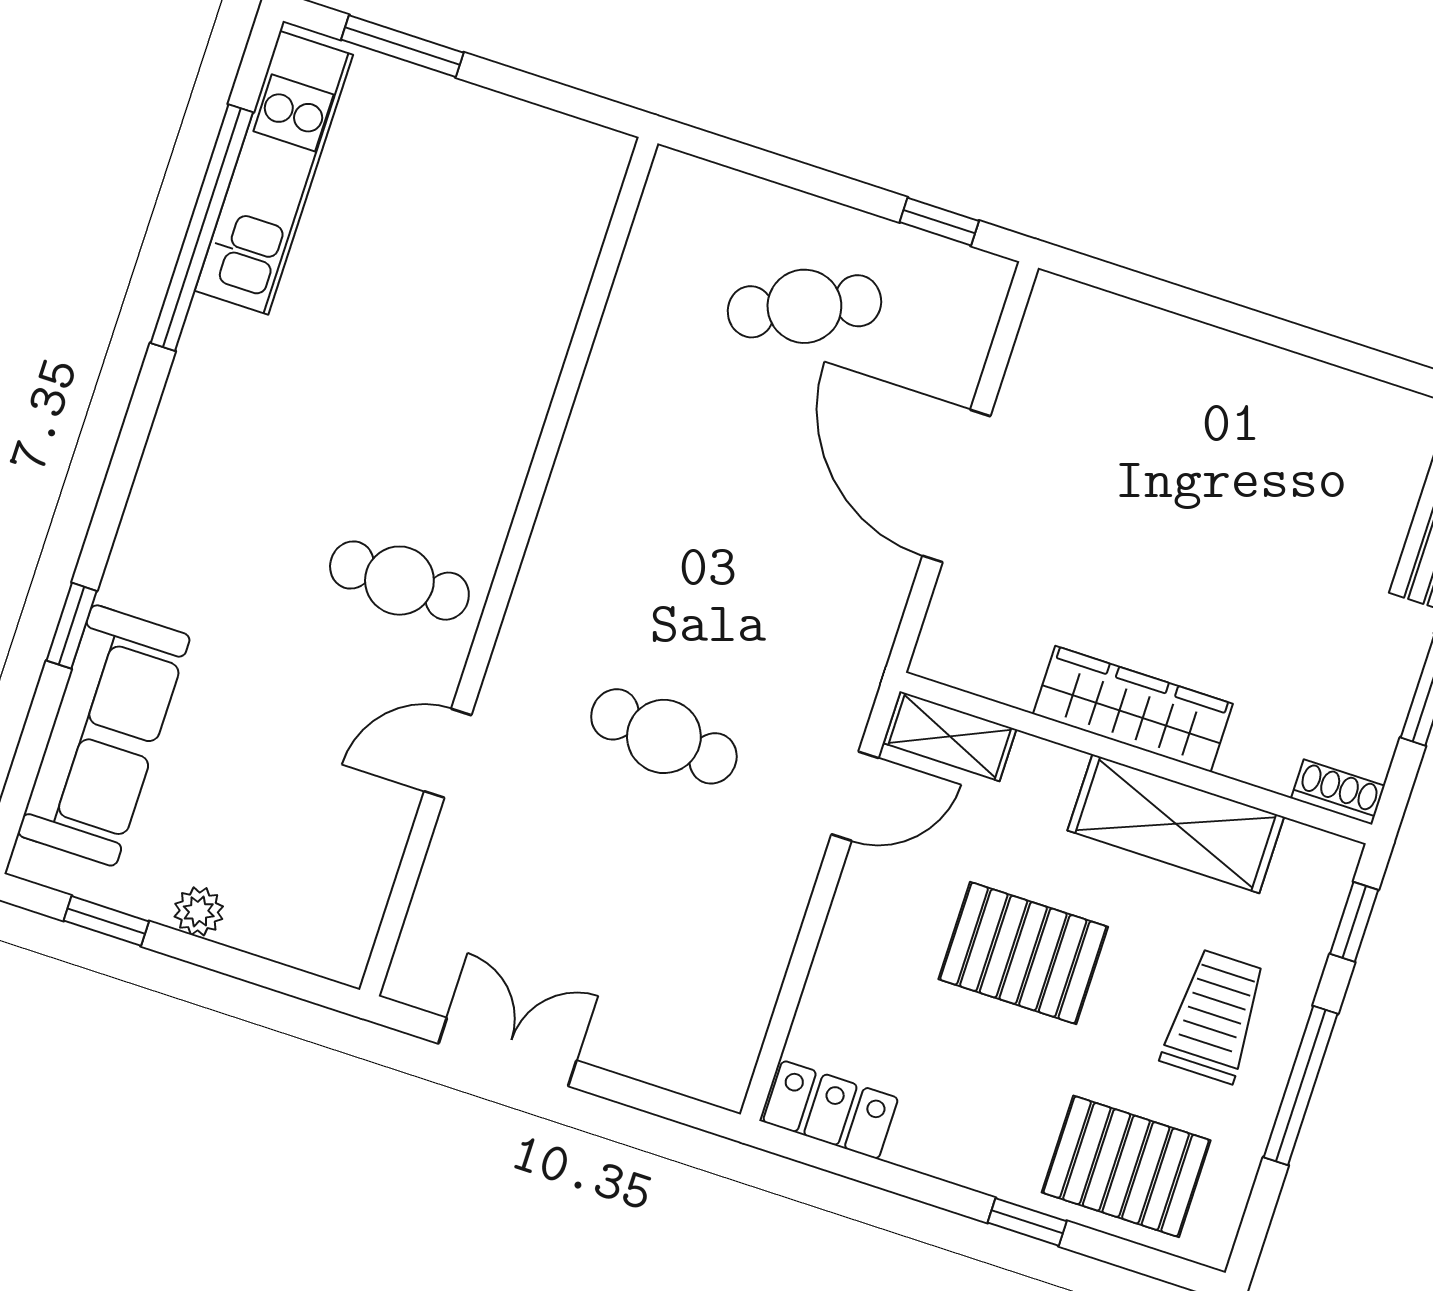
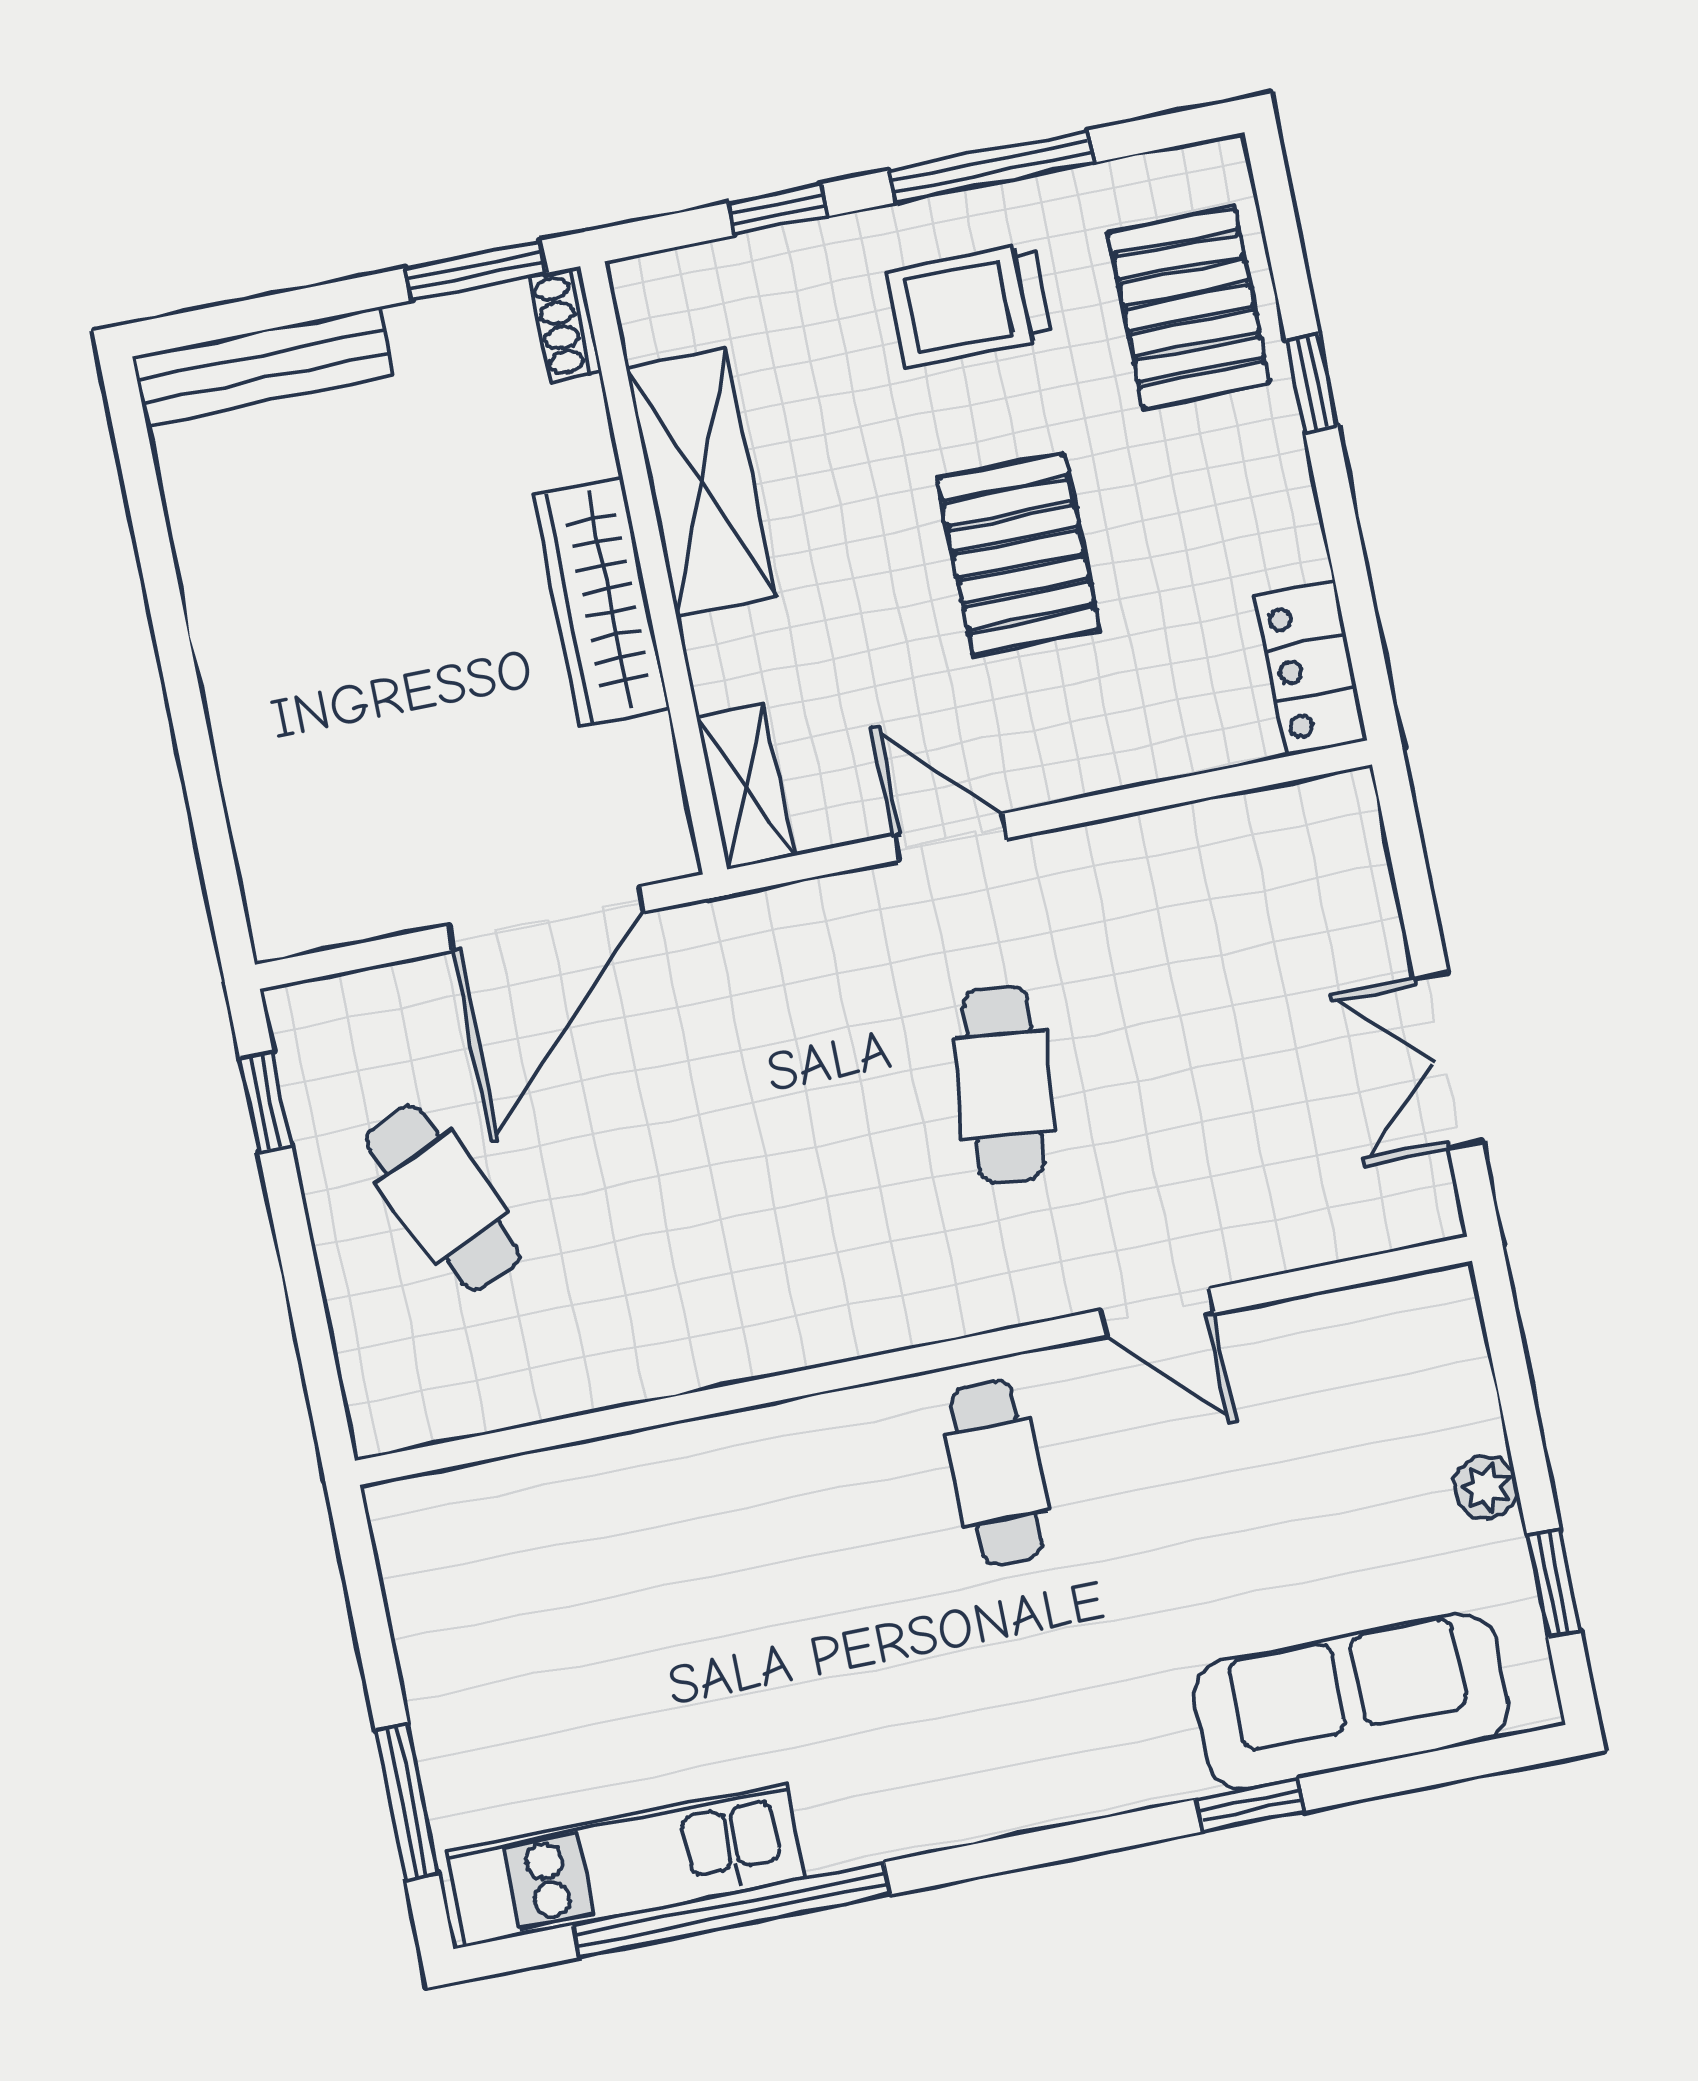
wardrobe: (1133, 709) -> (601, 602), moved
shelving: (950, 736) -> (746, 786), moved
wall: (1136, 758) -> (654, 568), moved
shoe rack: (1338, 792) -> (565, 324), moved
shelving: (1176, 824) -> (701, 483), moved

